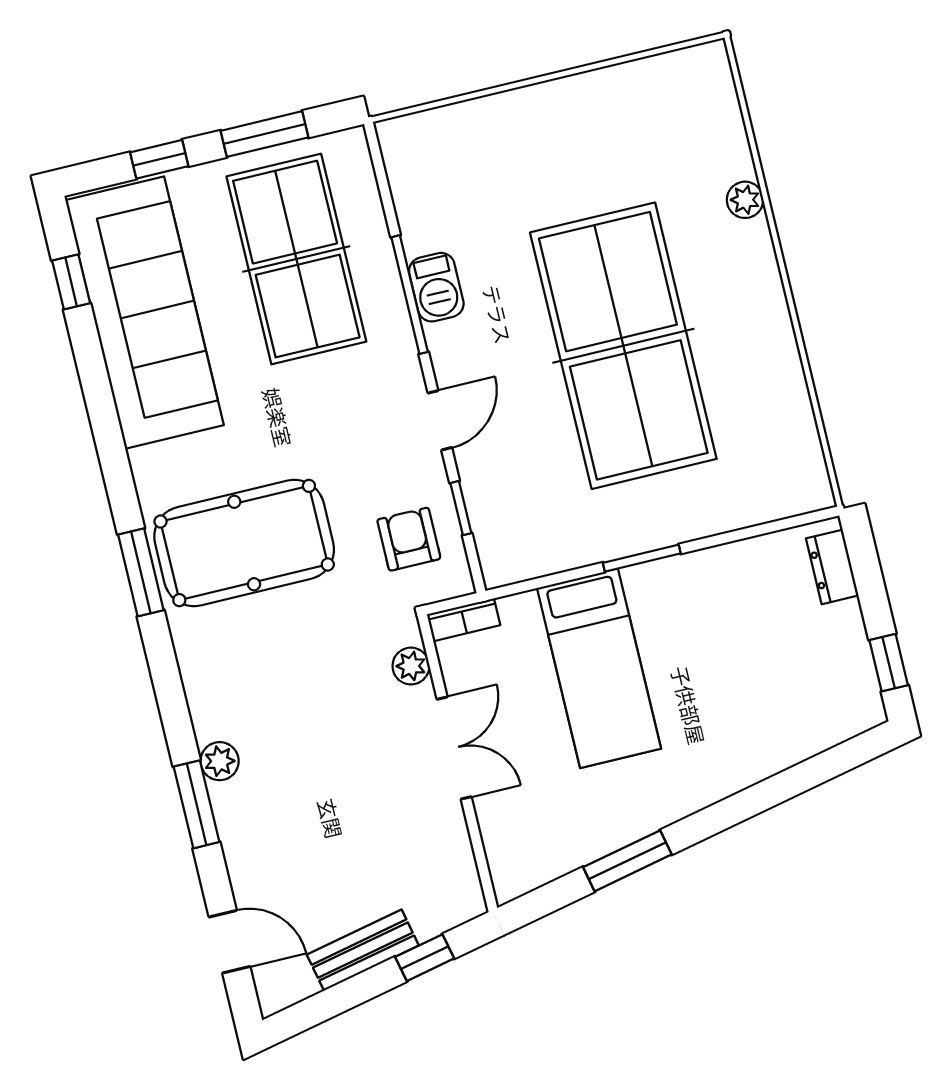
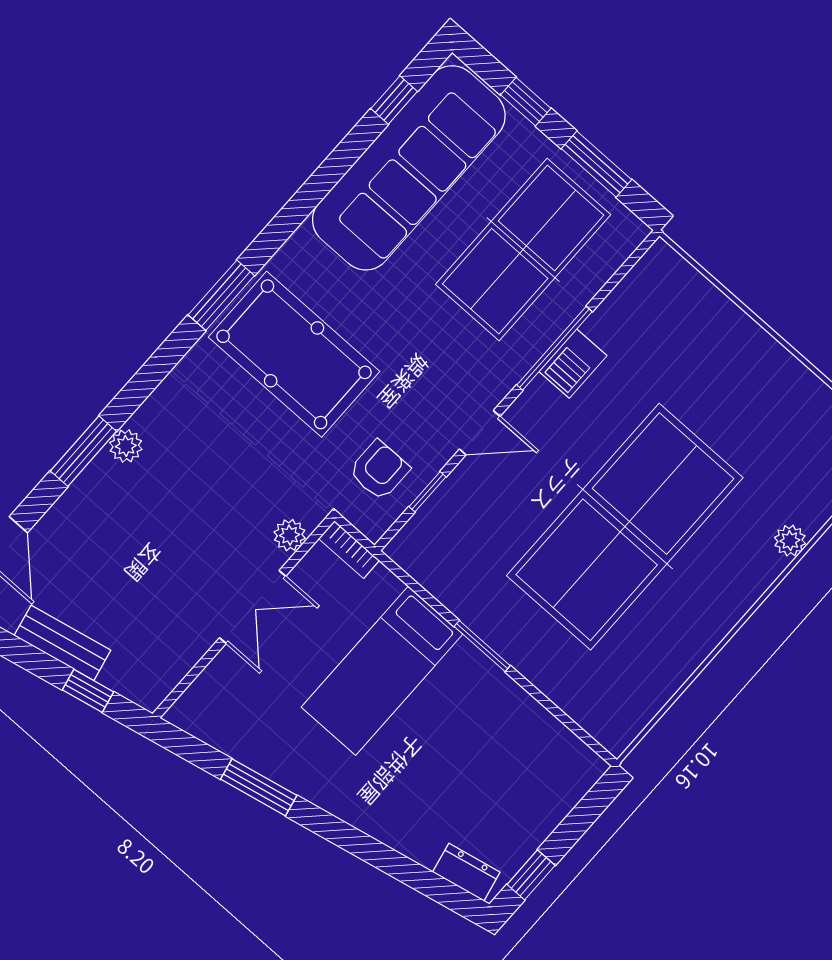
dresser: (832, 567) -> (466, 872), moved, turned 78

